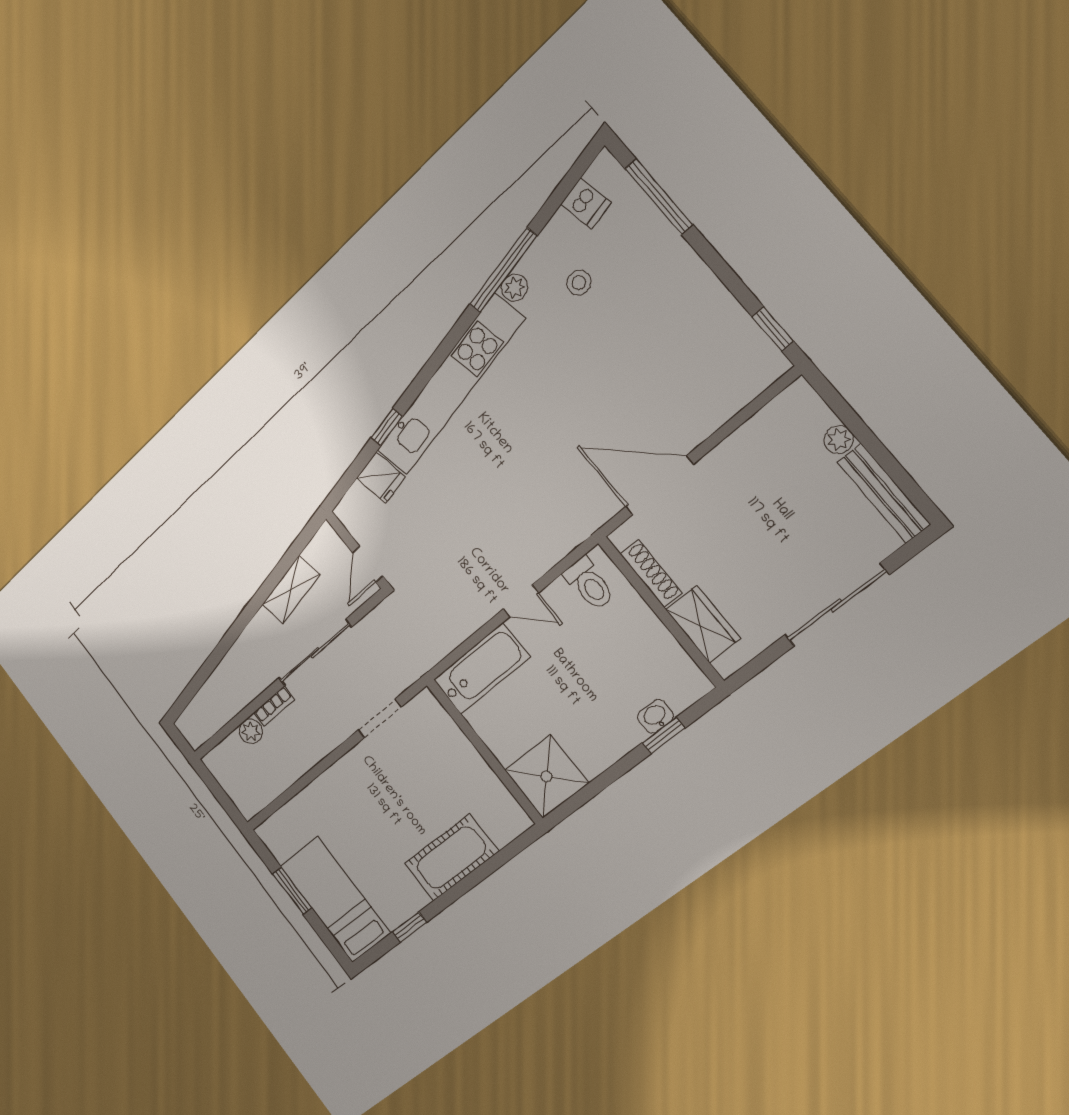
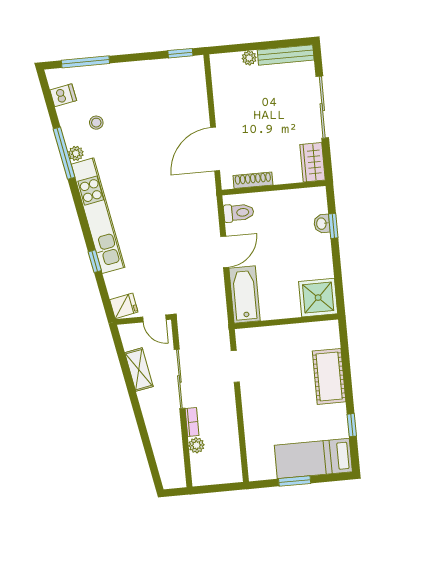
fridge: (381, 478) -> (124, 306), moved
door: (521, 601) -> (225, 252), width x1.38
wardrobe: (703, 624) -> (313, 162), moved, turned -90

